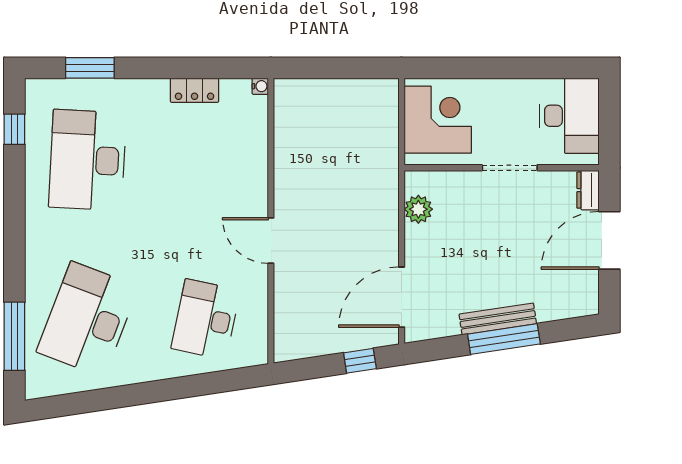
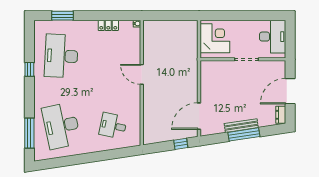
window: (14, 129) -> (29, 69), moved
dresser: (588, 190) -> (281, 115), moved
plant: (418, 209) -> (206, 78), removed
door: (271, 241) -> (142, 74), moved
desk: (87, 319) -> (61, 126), turned -33
desk: (206, 319) -> (113, 126), width x0.73

